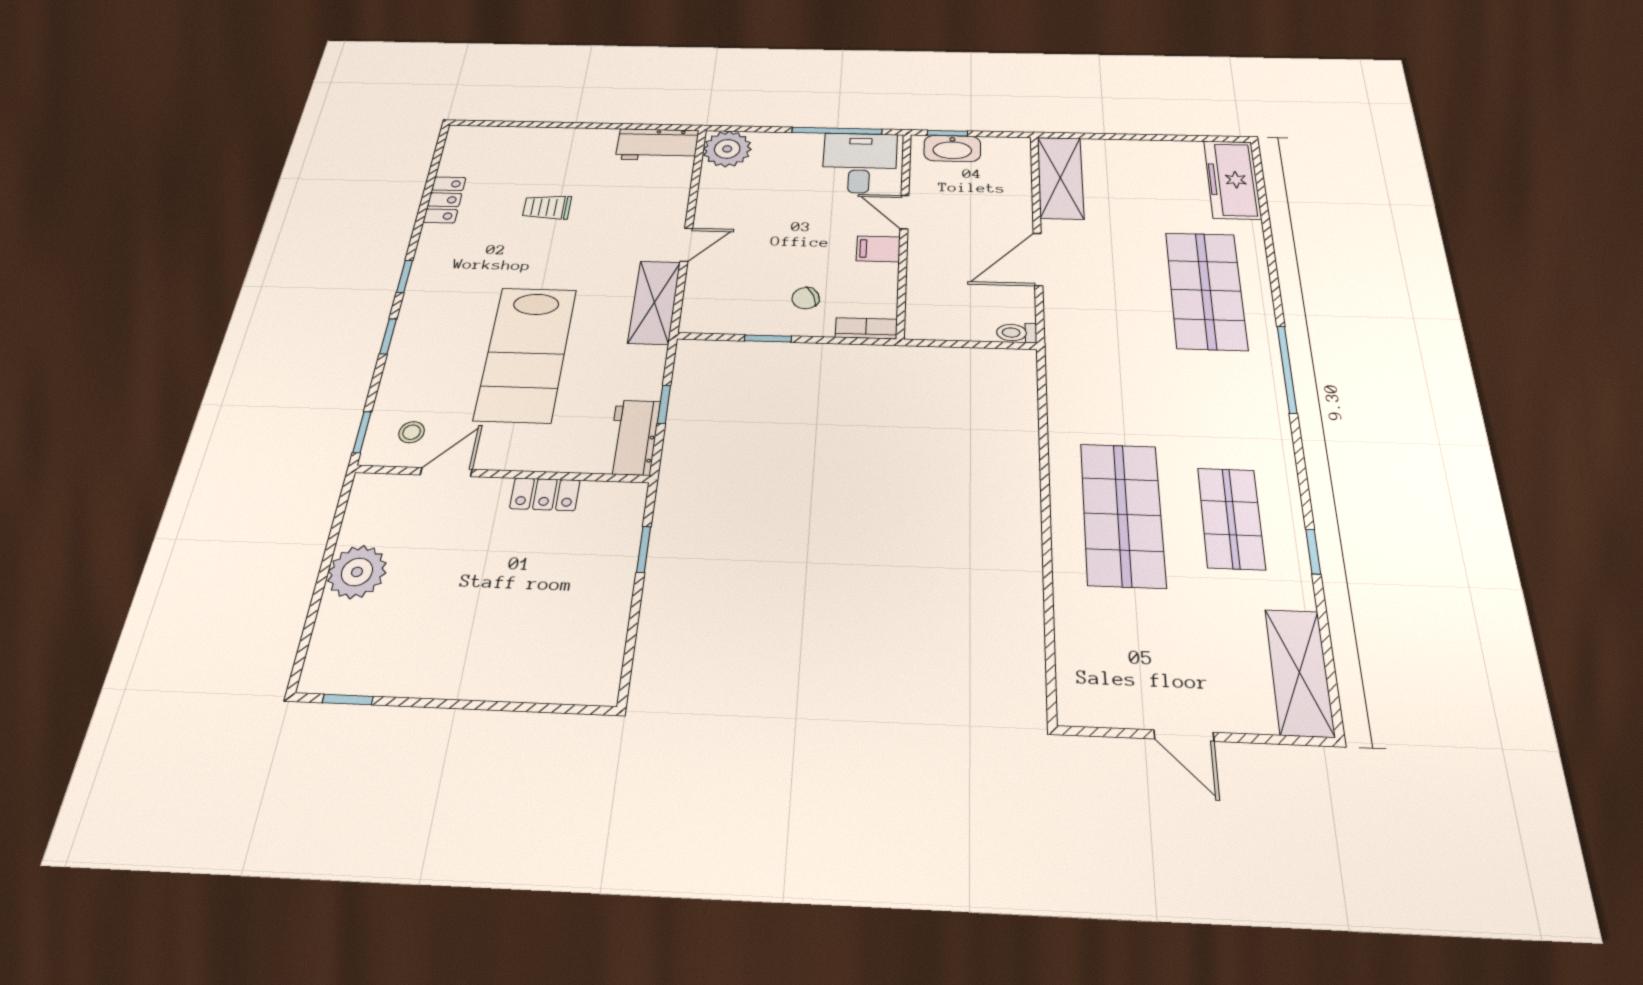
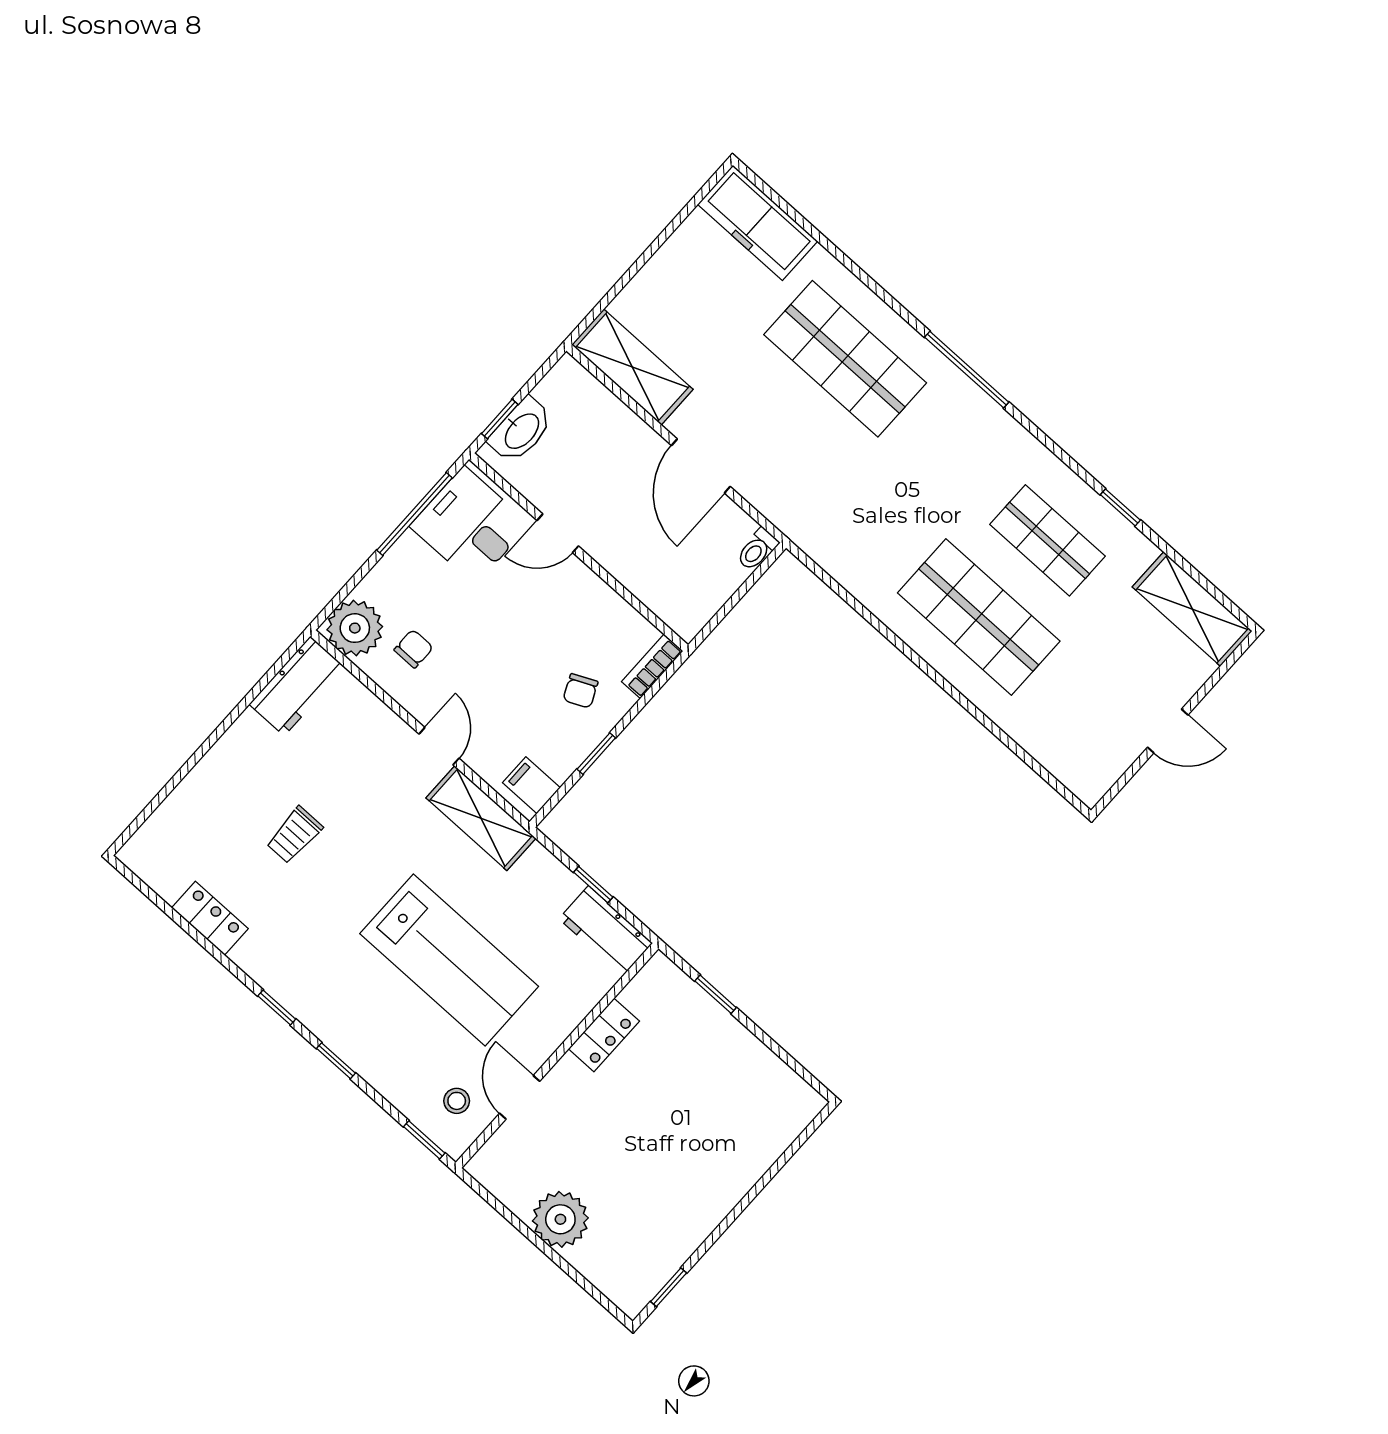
chair: (743, 188) -> (414, 649), added
filing cabinet: (878, 249) -> (531, 785), moved, turned 90

